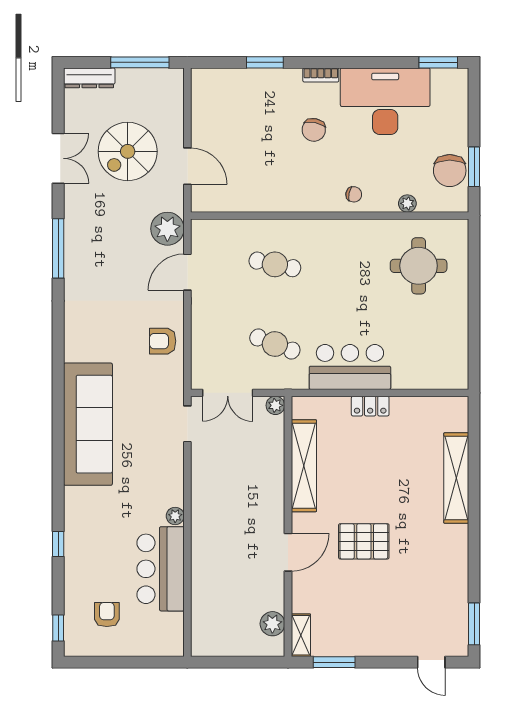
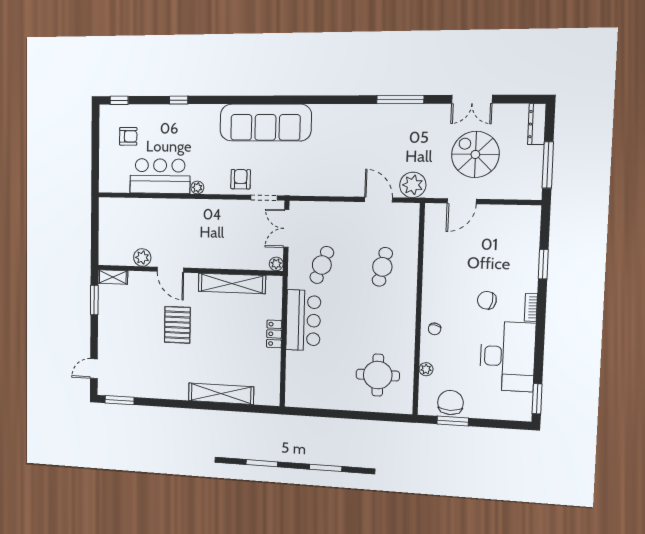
chair: (450, 171) -> (450, 403), turned 90
armchair: (163, 341) -> (241, 179), moved
plant: (272, 624) -> (142, 257), moved

